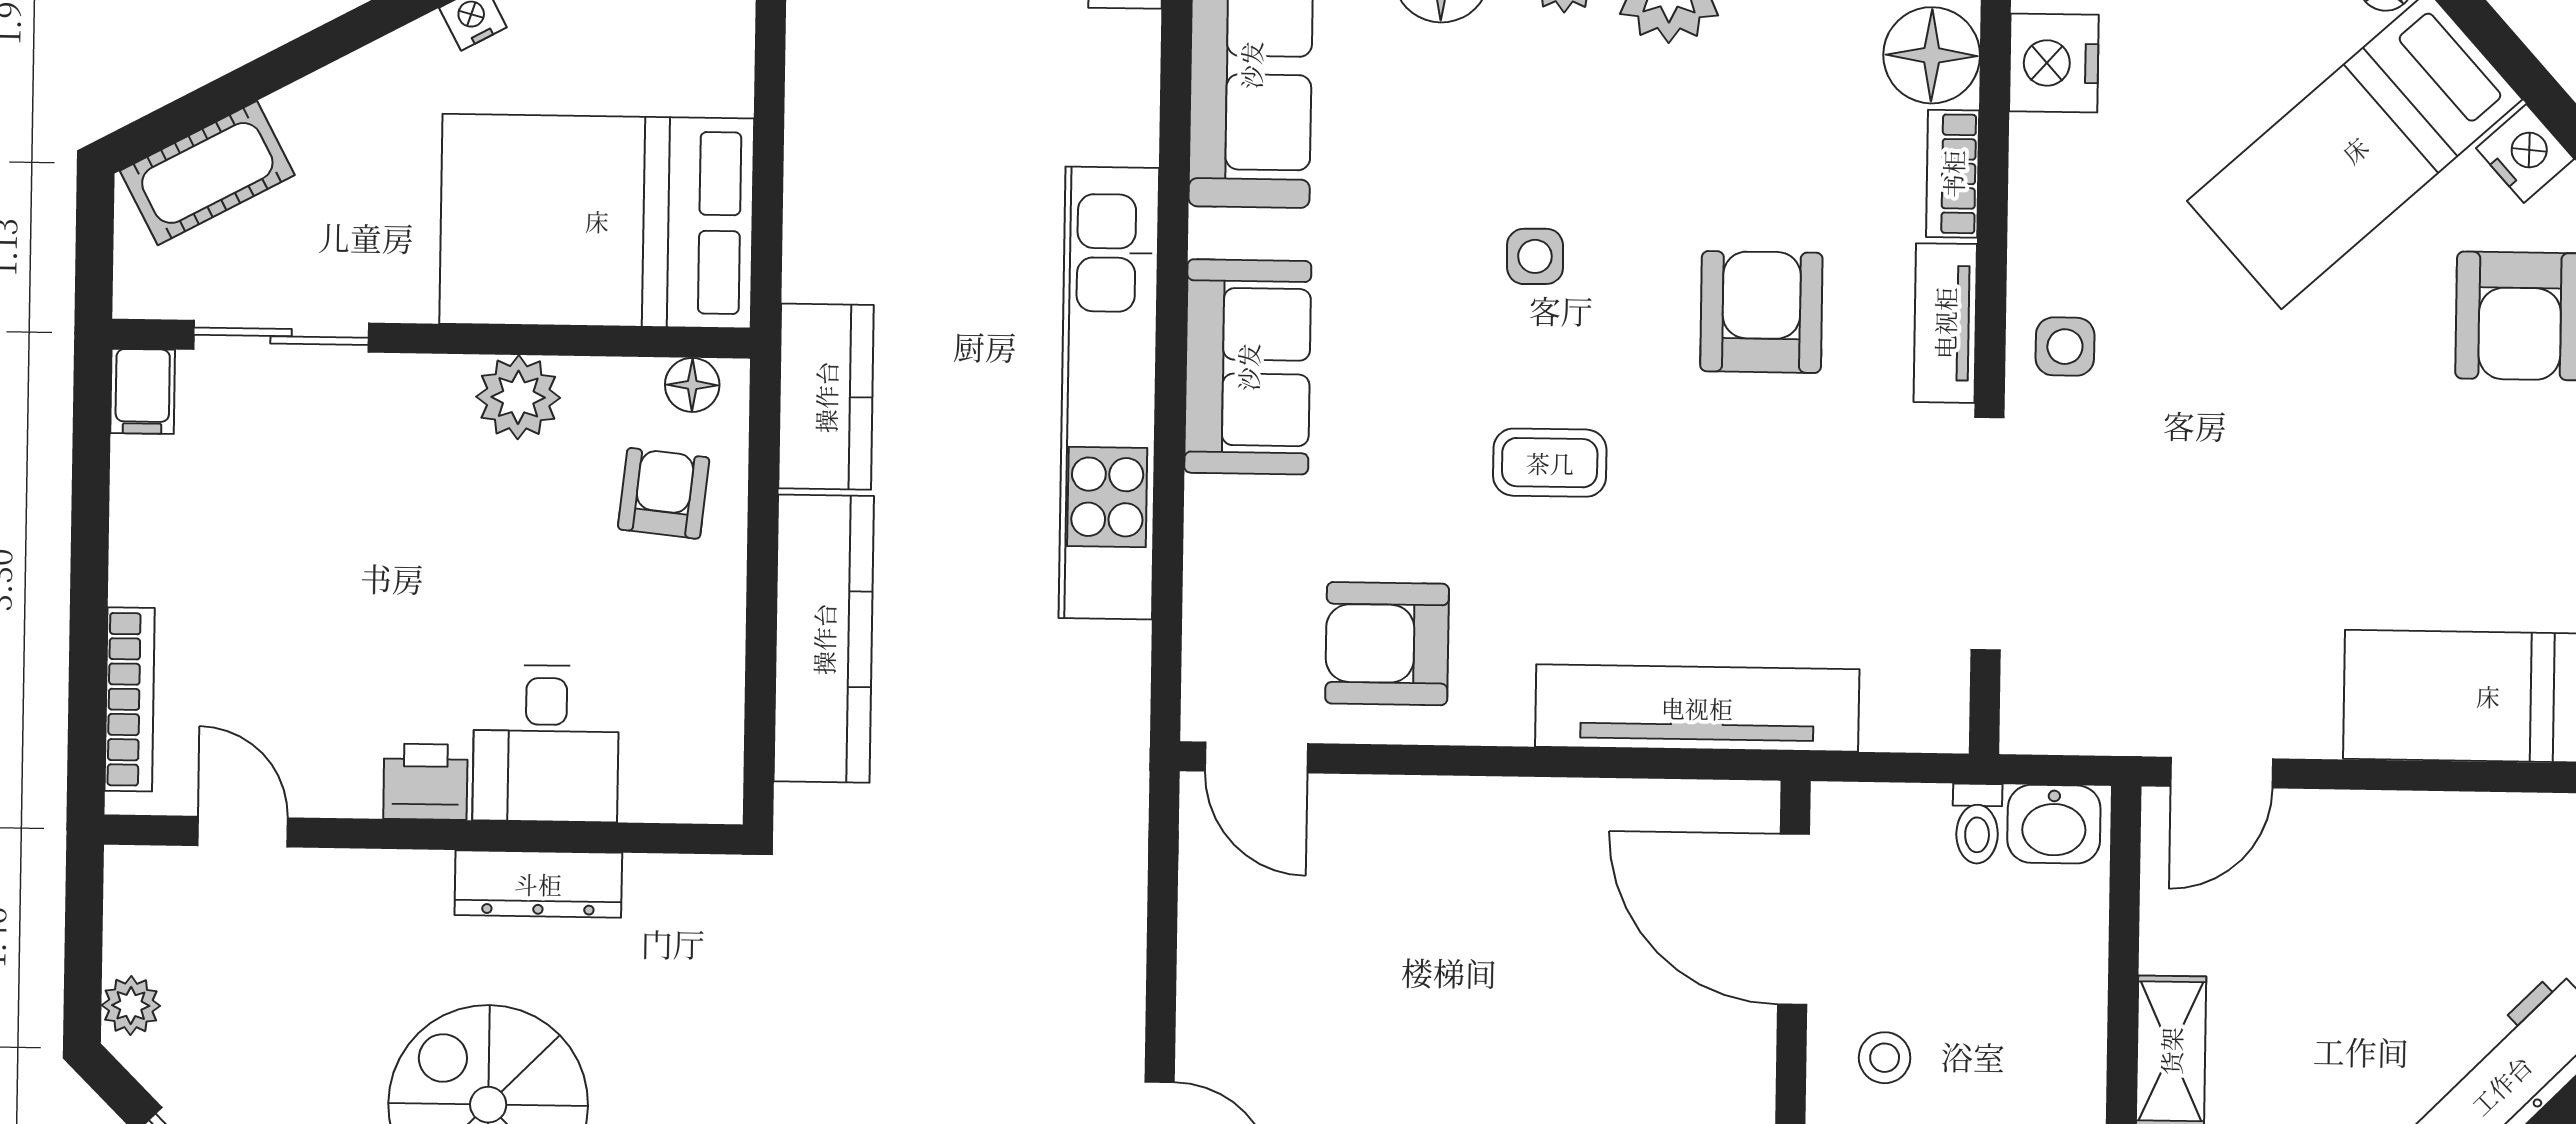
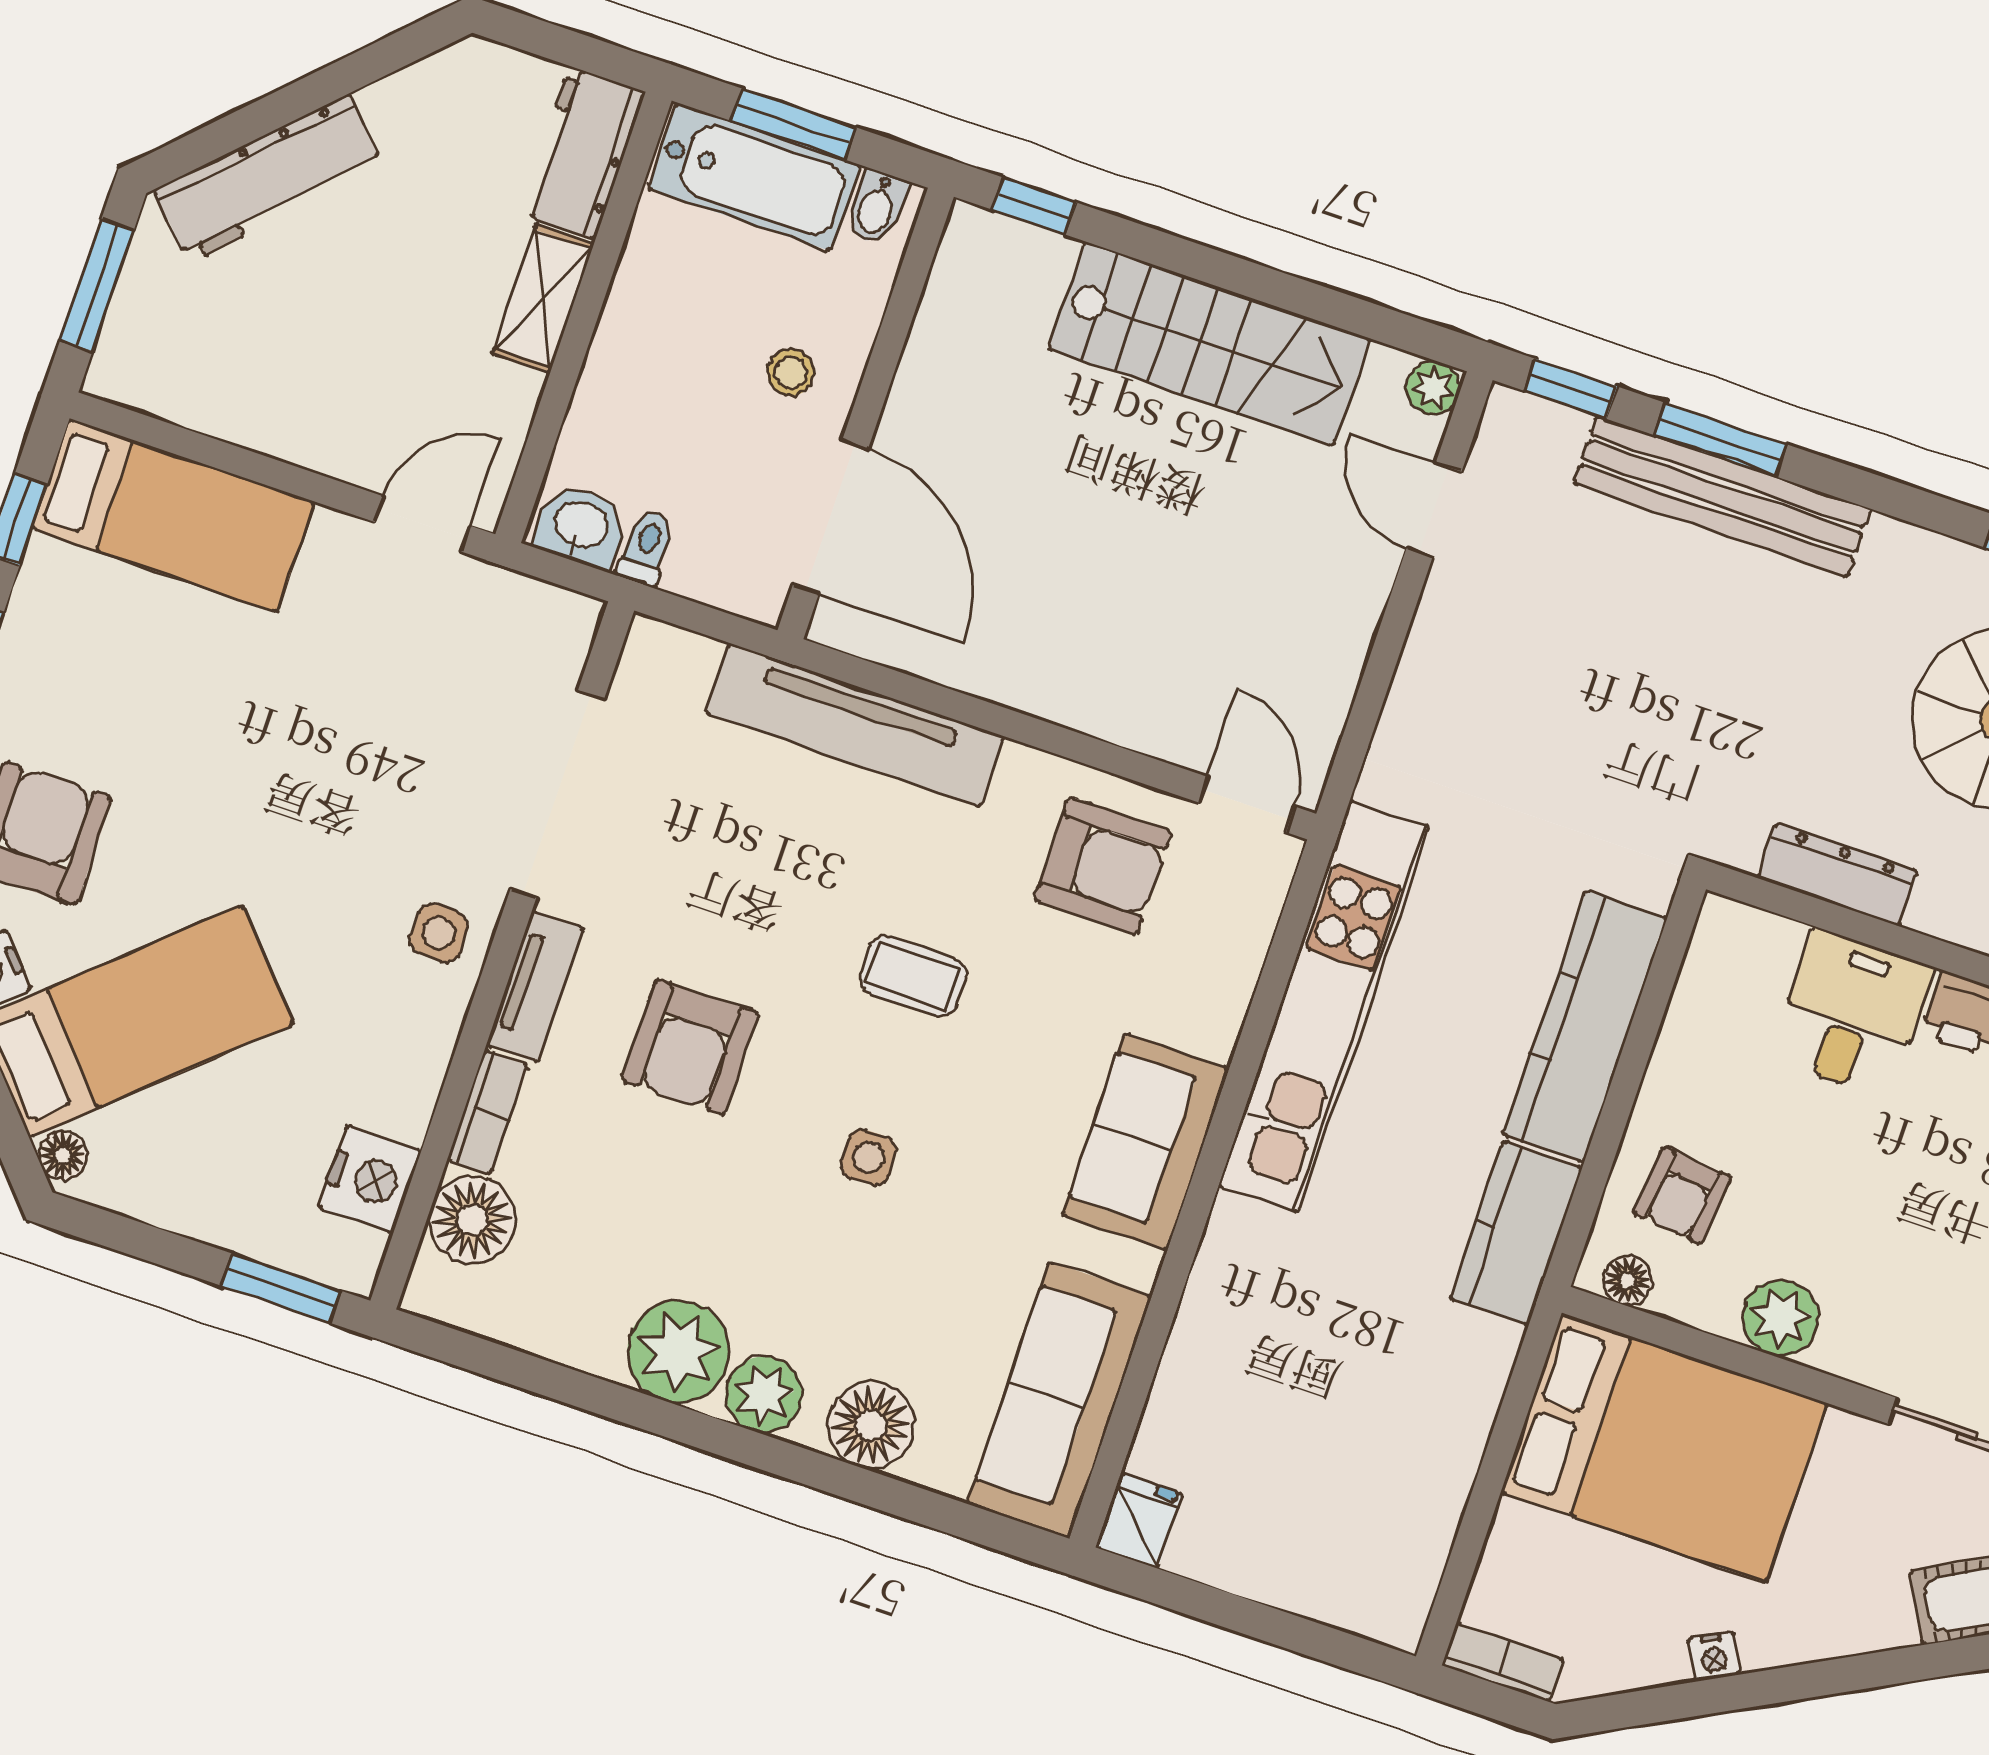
kitchen unit: (1109, 393) -> (1324, 1006), moved
dresser: (538, 884) -> (1838, 874), moved

